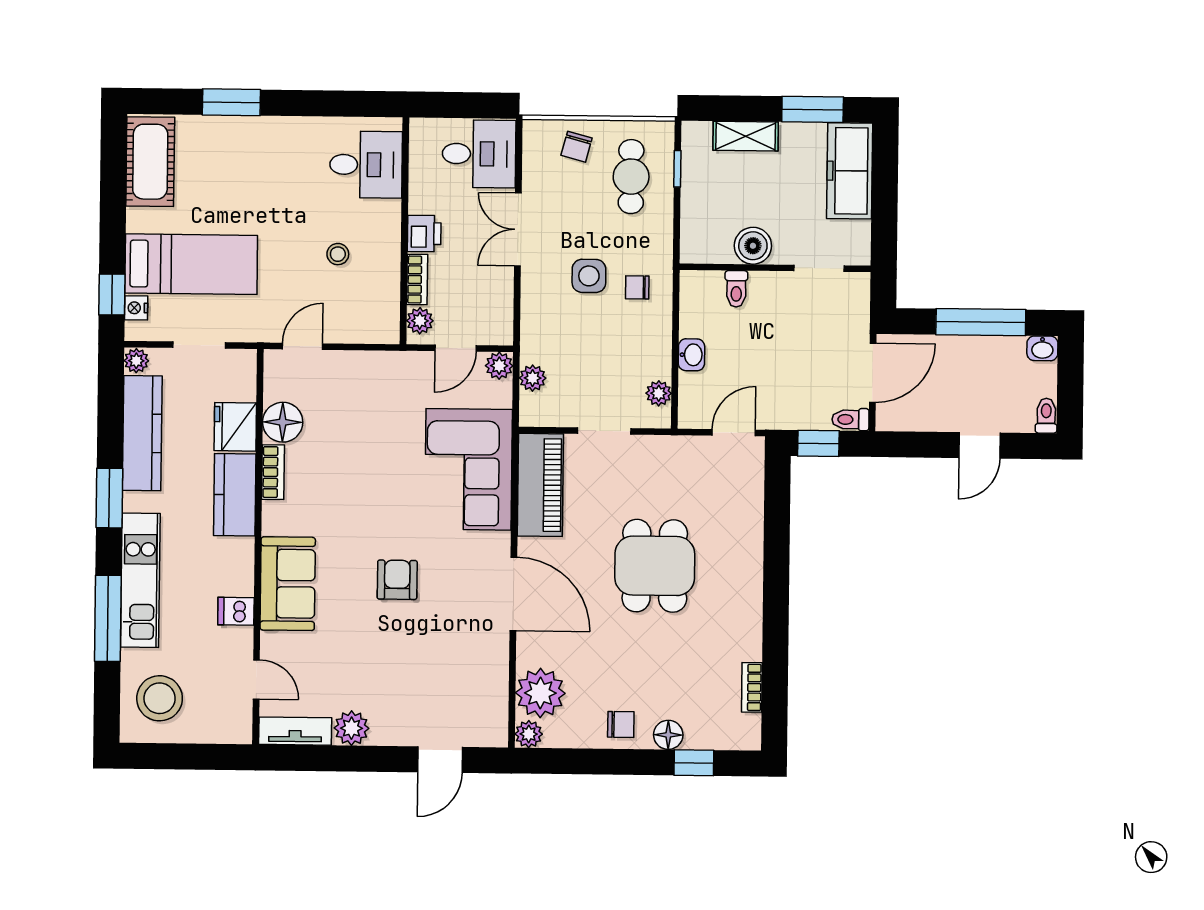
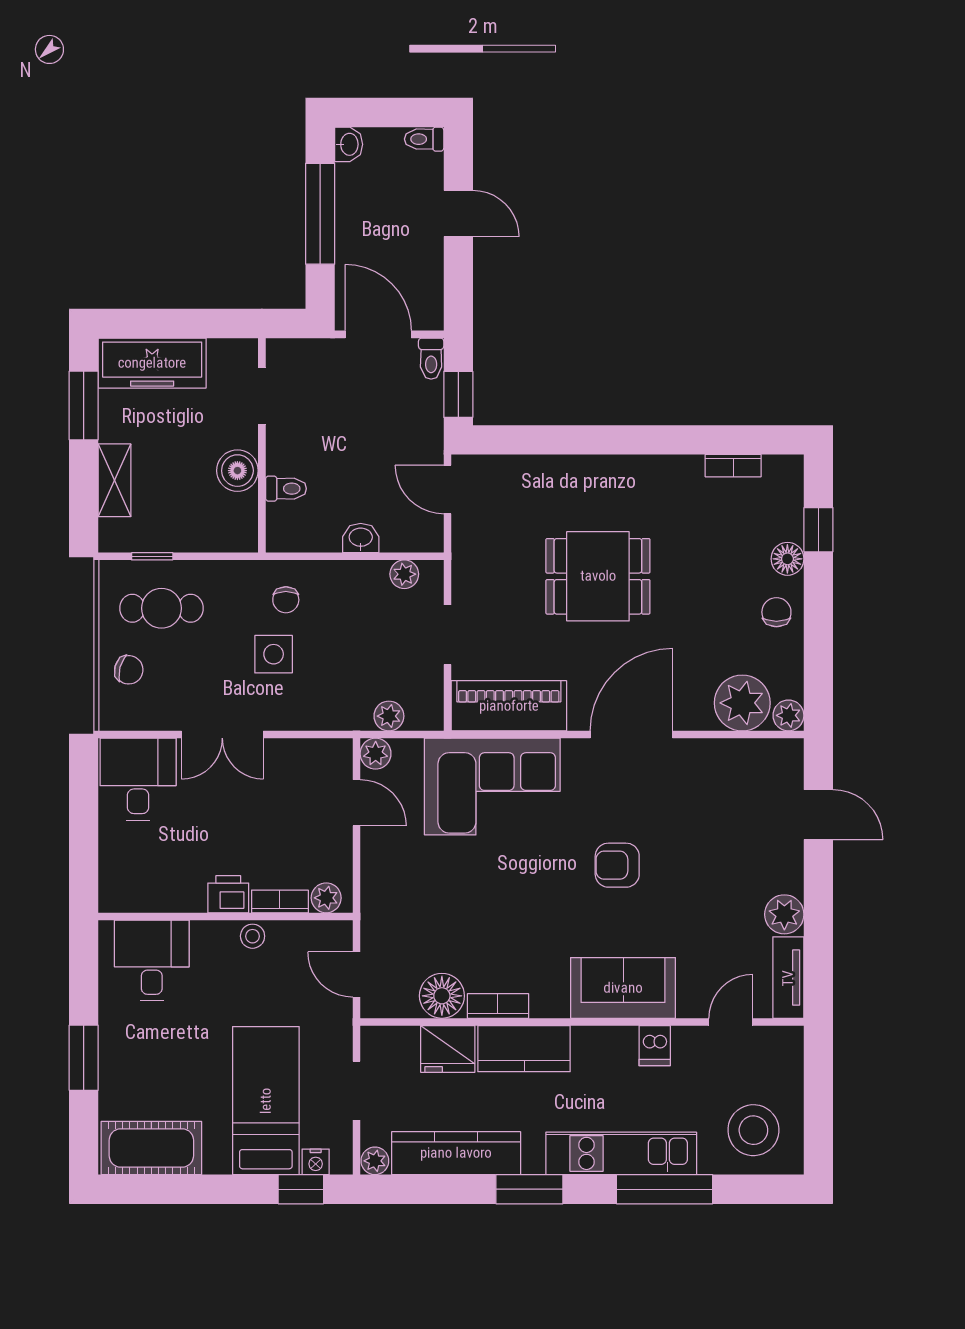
desk: (366, 165) -> (152, 960), moved
wall: (404, 231) -> (226, 916), moved
printer: (424, 234) -> (228, 894), moved
bookcase: (417, 280) -> (280, 901), moved
plant: (420, 321) -> (326, 898), moved

